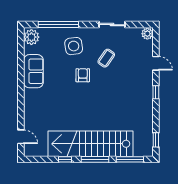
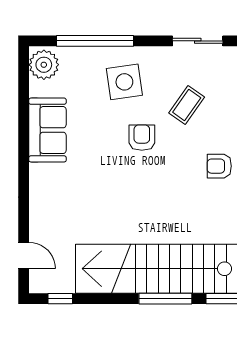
armchair: (123, 90) -> (219, 166), added
window: (65, 159) -> (60, 299), moved

